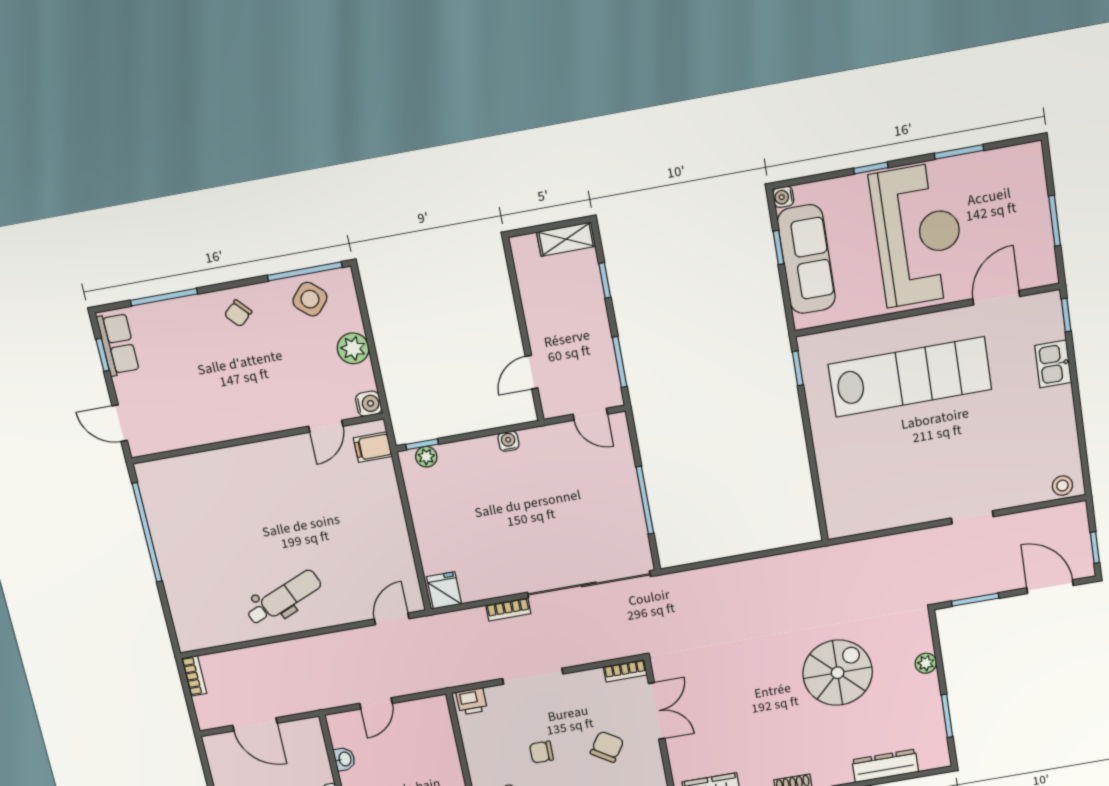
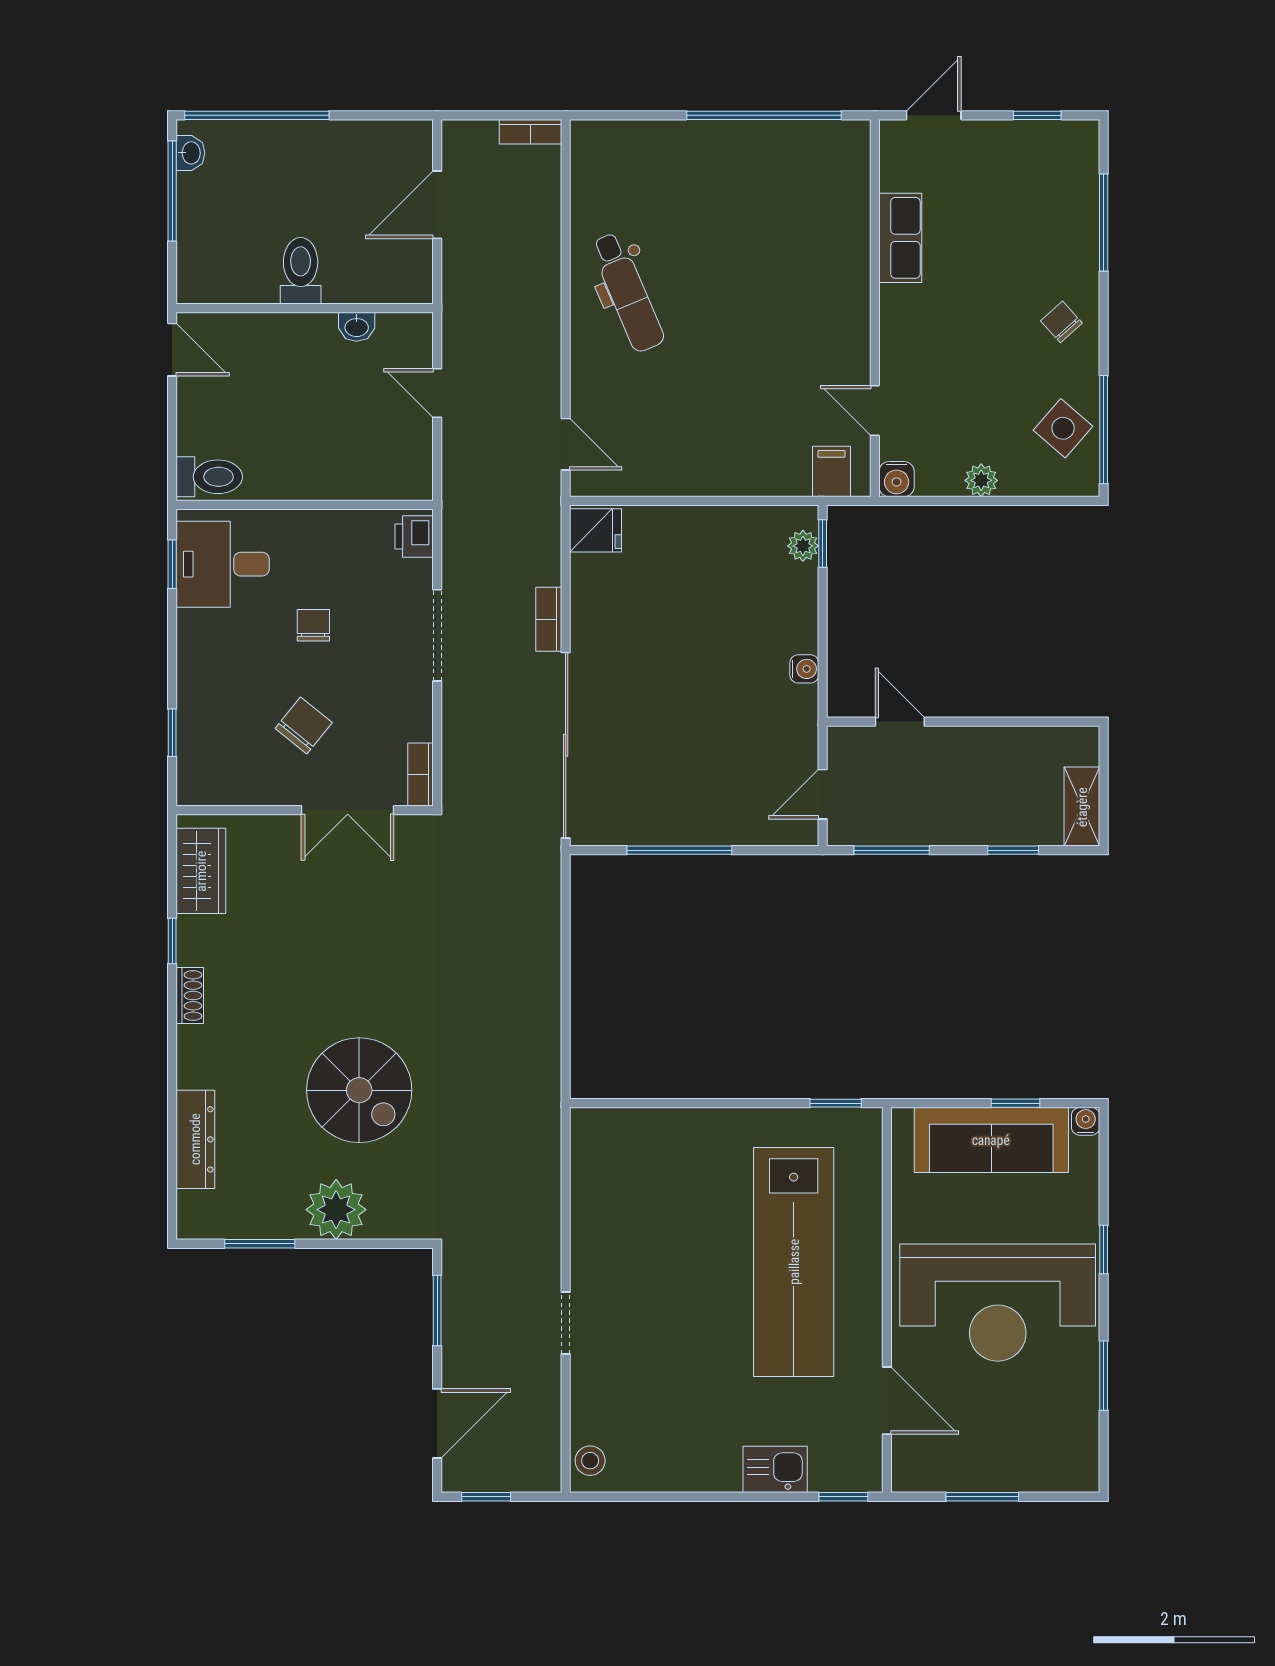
row of seats: (118, 344) -> (900, 238), moved, turned -90
plant: (353, 348) -> (981, 480), width x0.73, depth x0.73
plant: (926, 663) -> (336, 1210), width x1.87, depth x1.87
chair: (607, 747) -> (304, 725), turned -84

